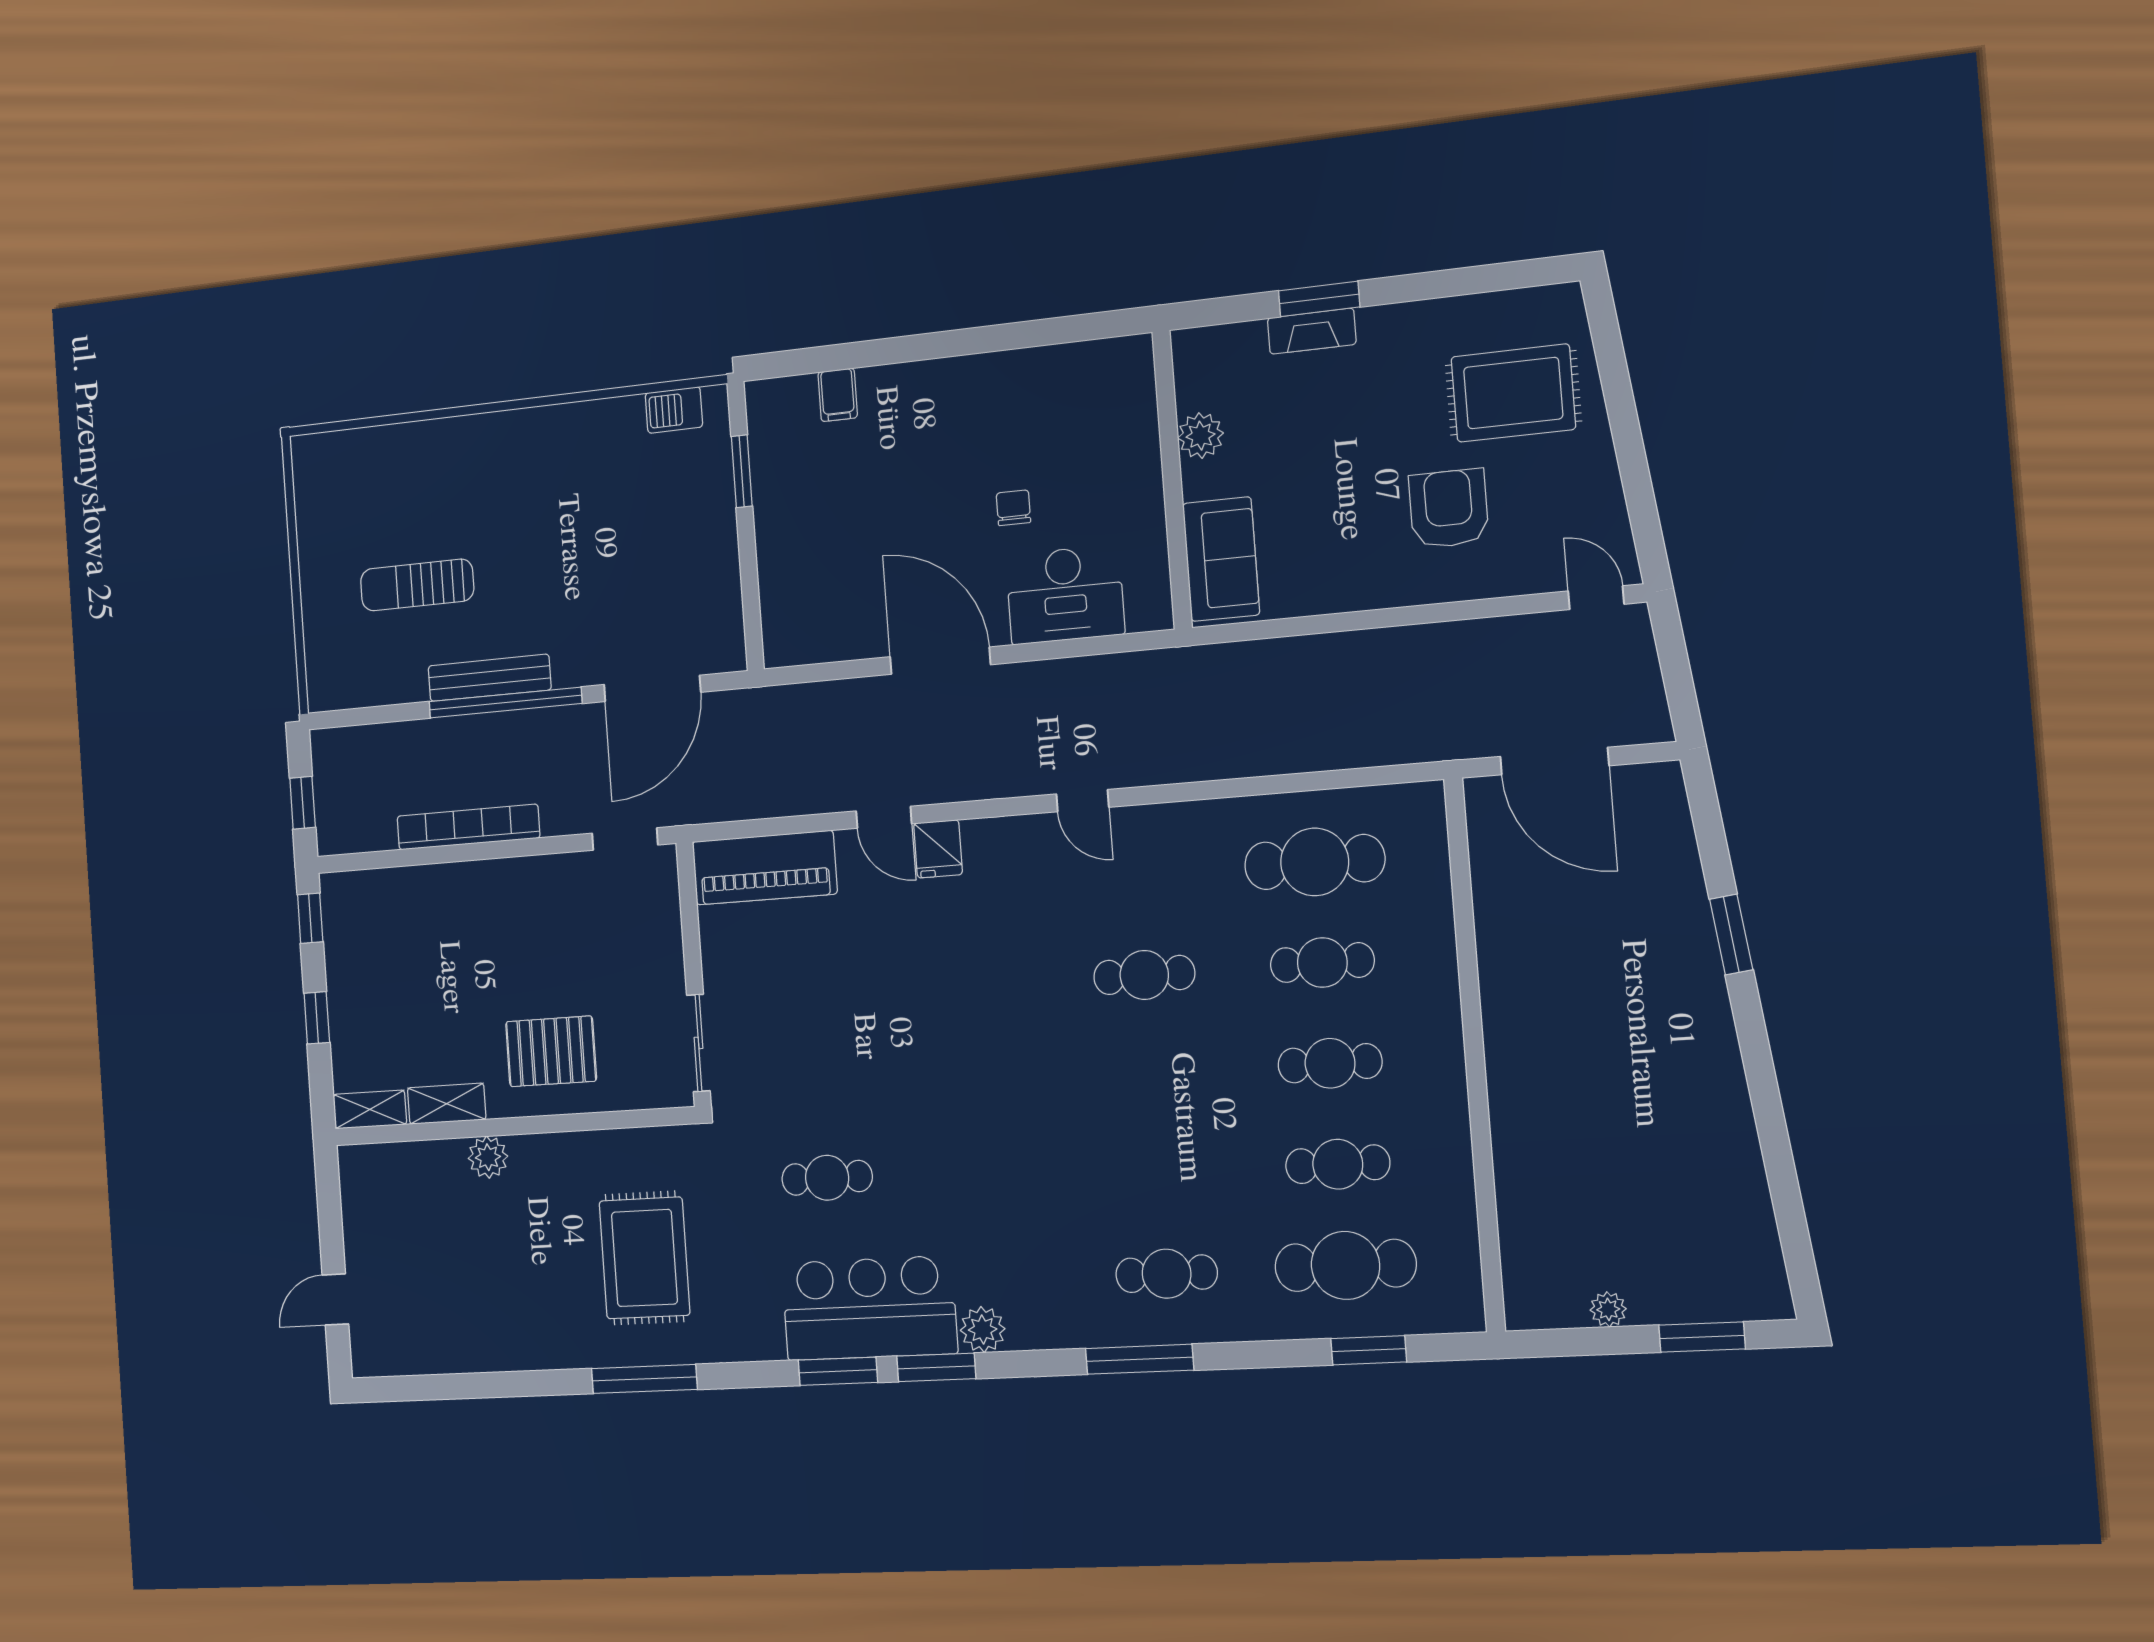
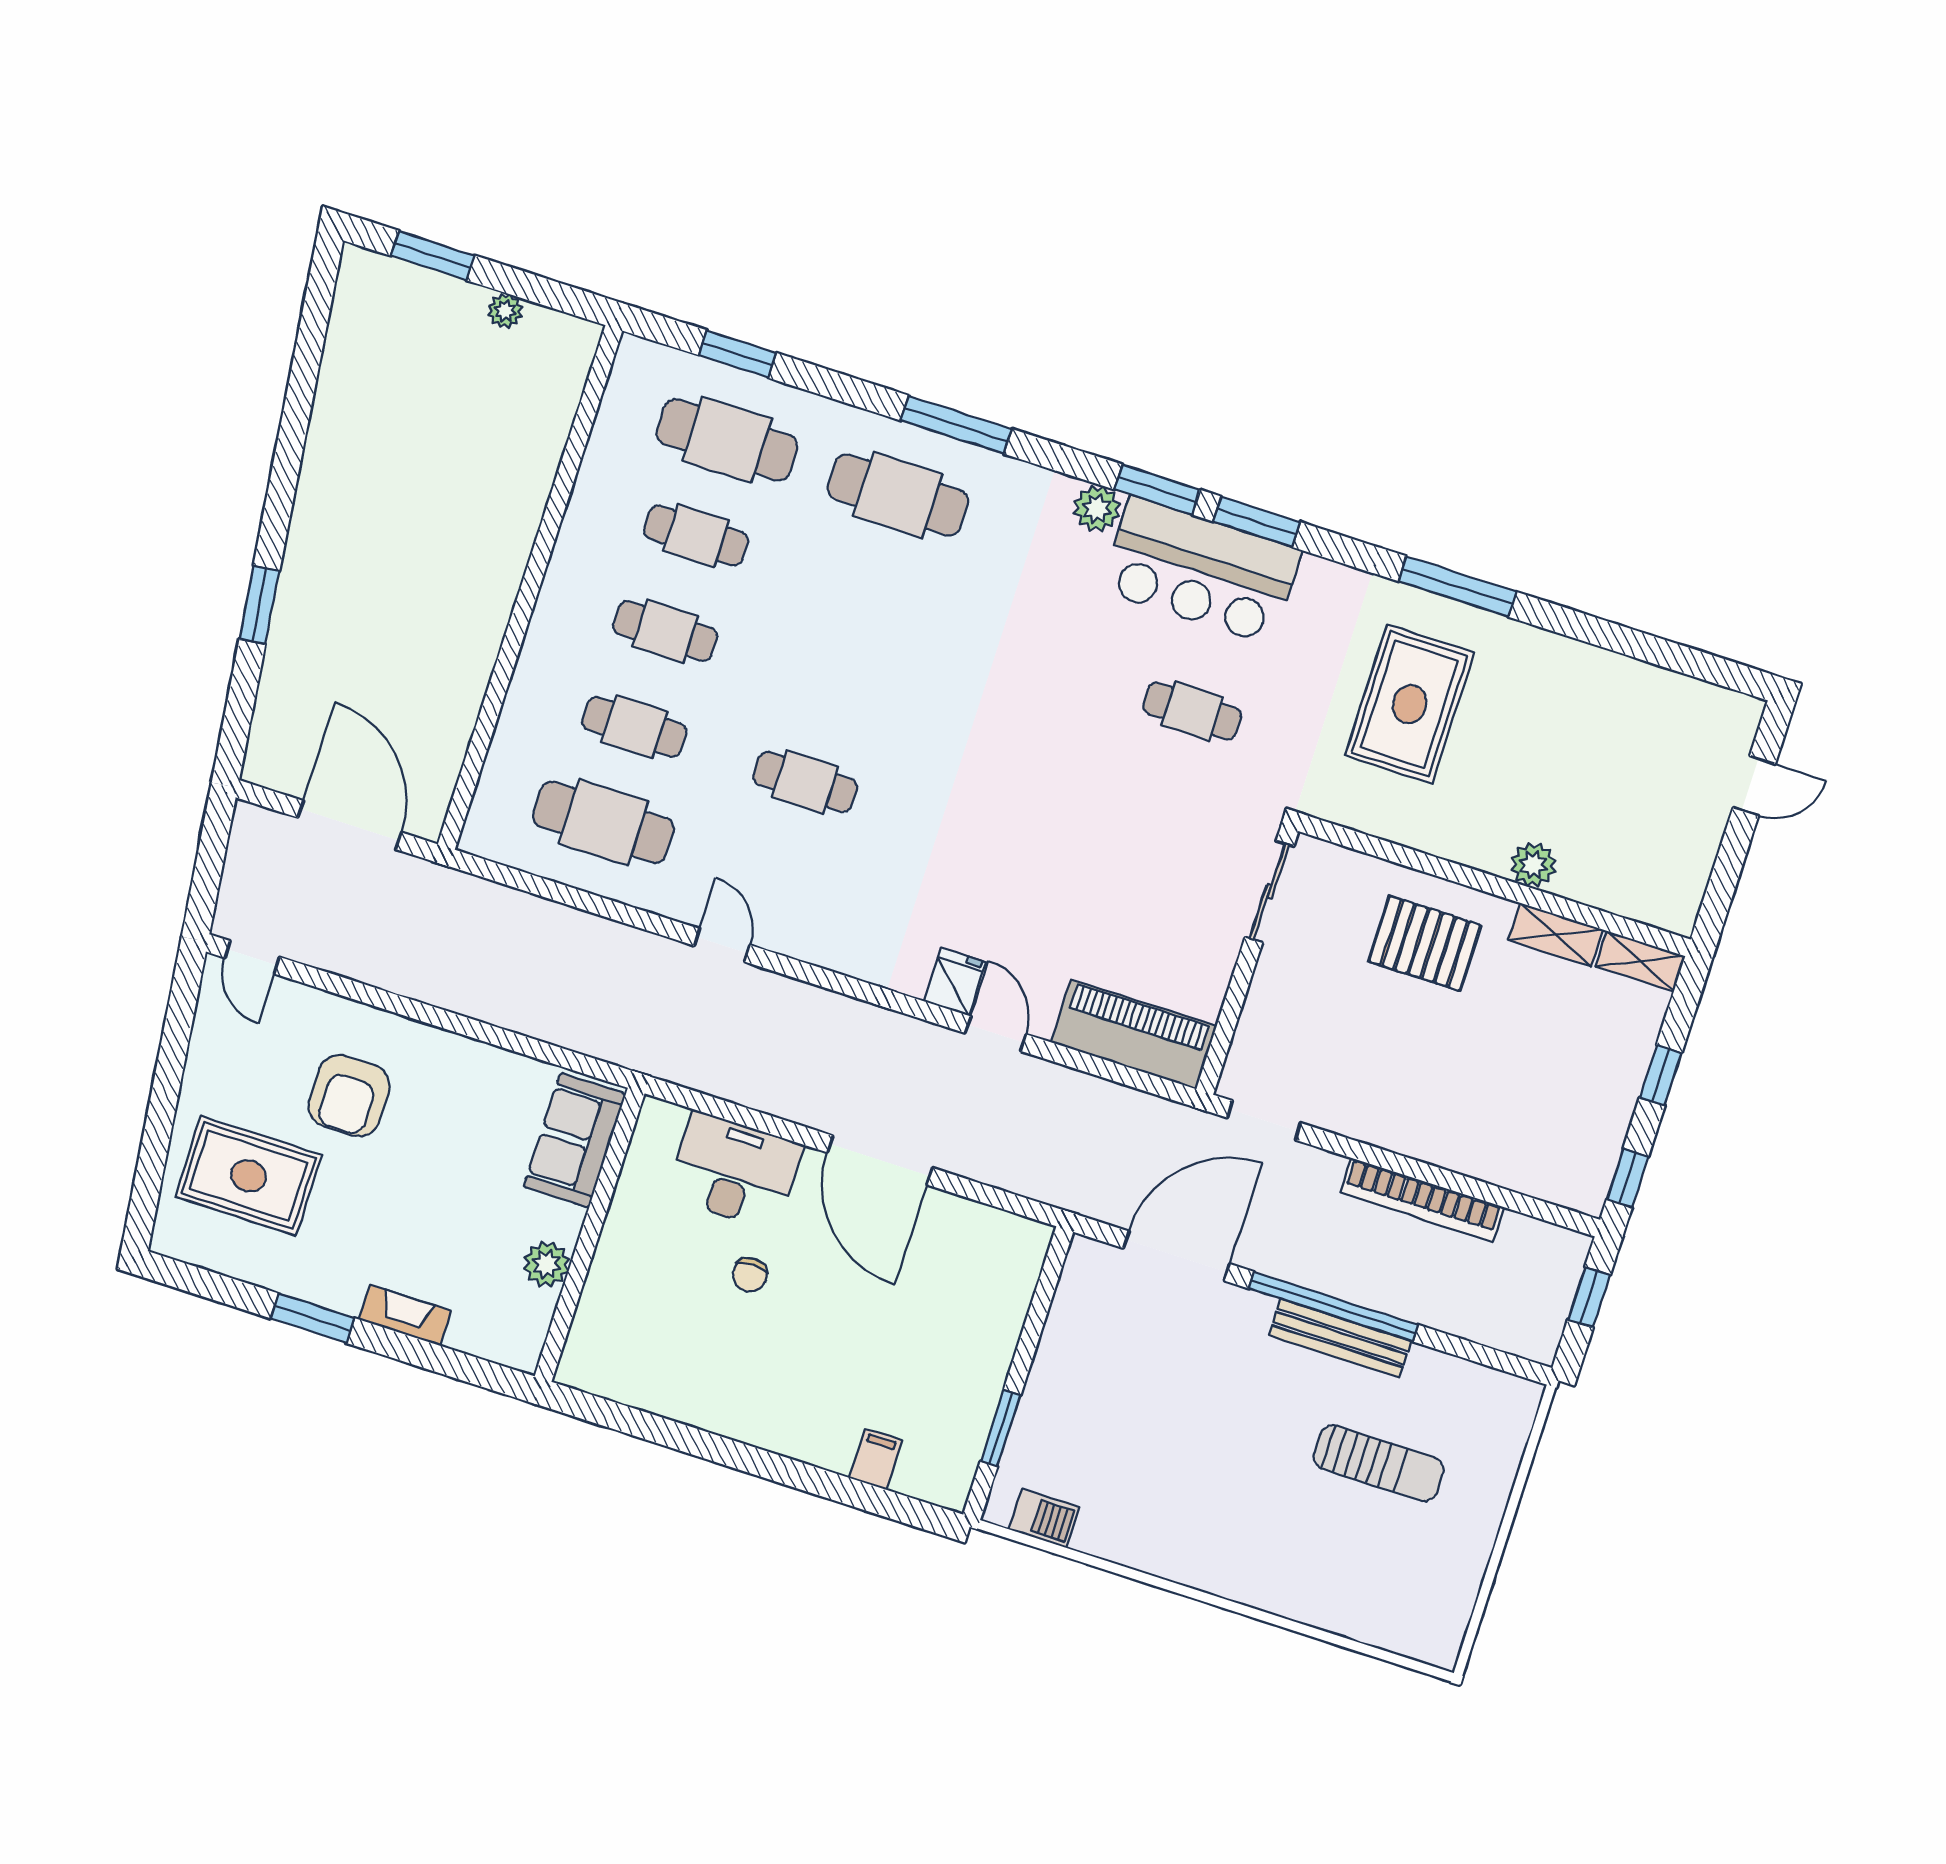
window: (1319, 299) -> (313, 1318), moved
door: (1083, 801) -> (722, 945), moved
cafe table: (1167, 1274) -> (898, 495), width x1.37, depth x1.35

